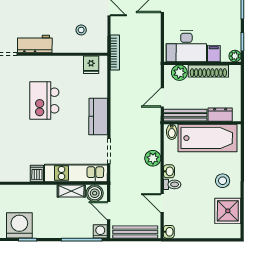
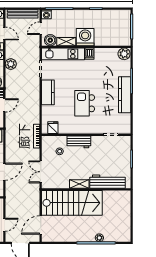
workbench: (35, 44) -> (79, 142), moved
kitchen island: (44, 101) -> (85, 103), turned 180
door: (109, 211) -> (41, 28), swing flipped
washing machine: (19, 225) -> (85, 37), moved, turned 180

